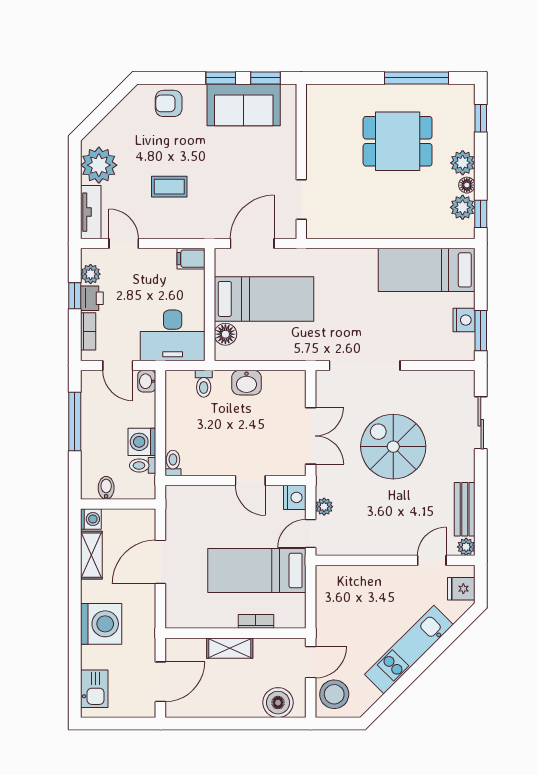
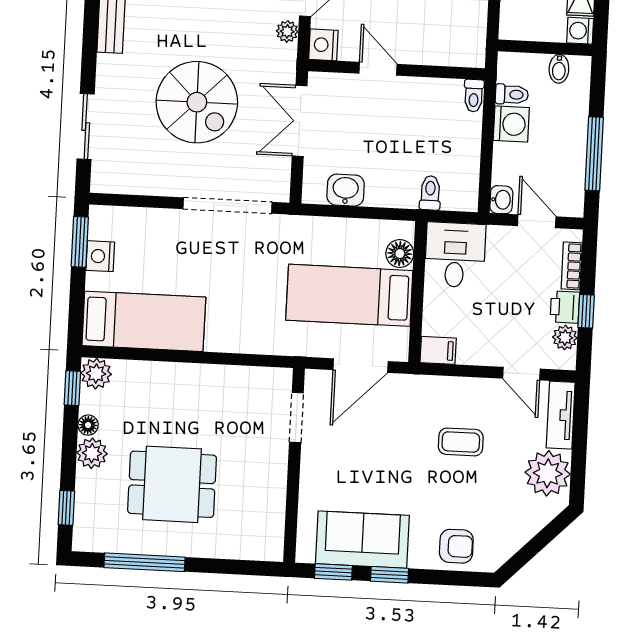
plant: (463, 207) -> (96, 374), moved
desk: (173, 335) -> (455, 255), width x0.73
washbasin: (246, 383) -> (346, 190), moved

